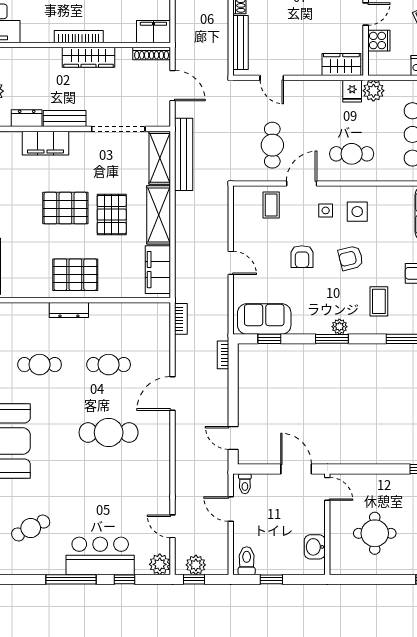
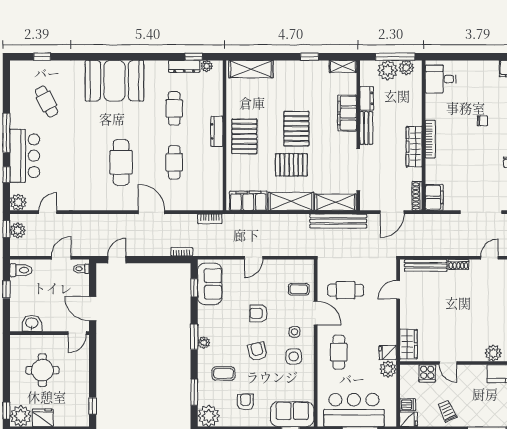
door: (296, 469) -> (93, 309), swing flipped

